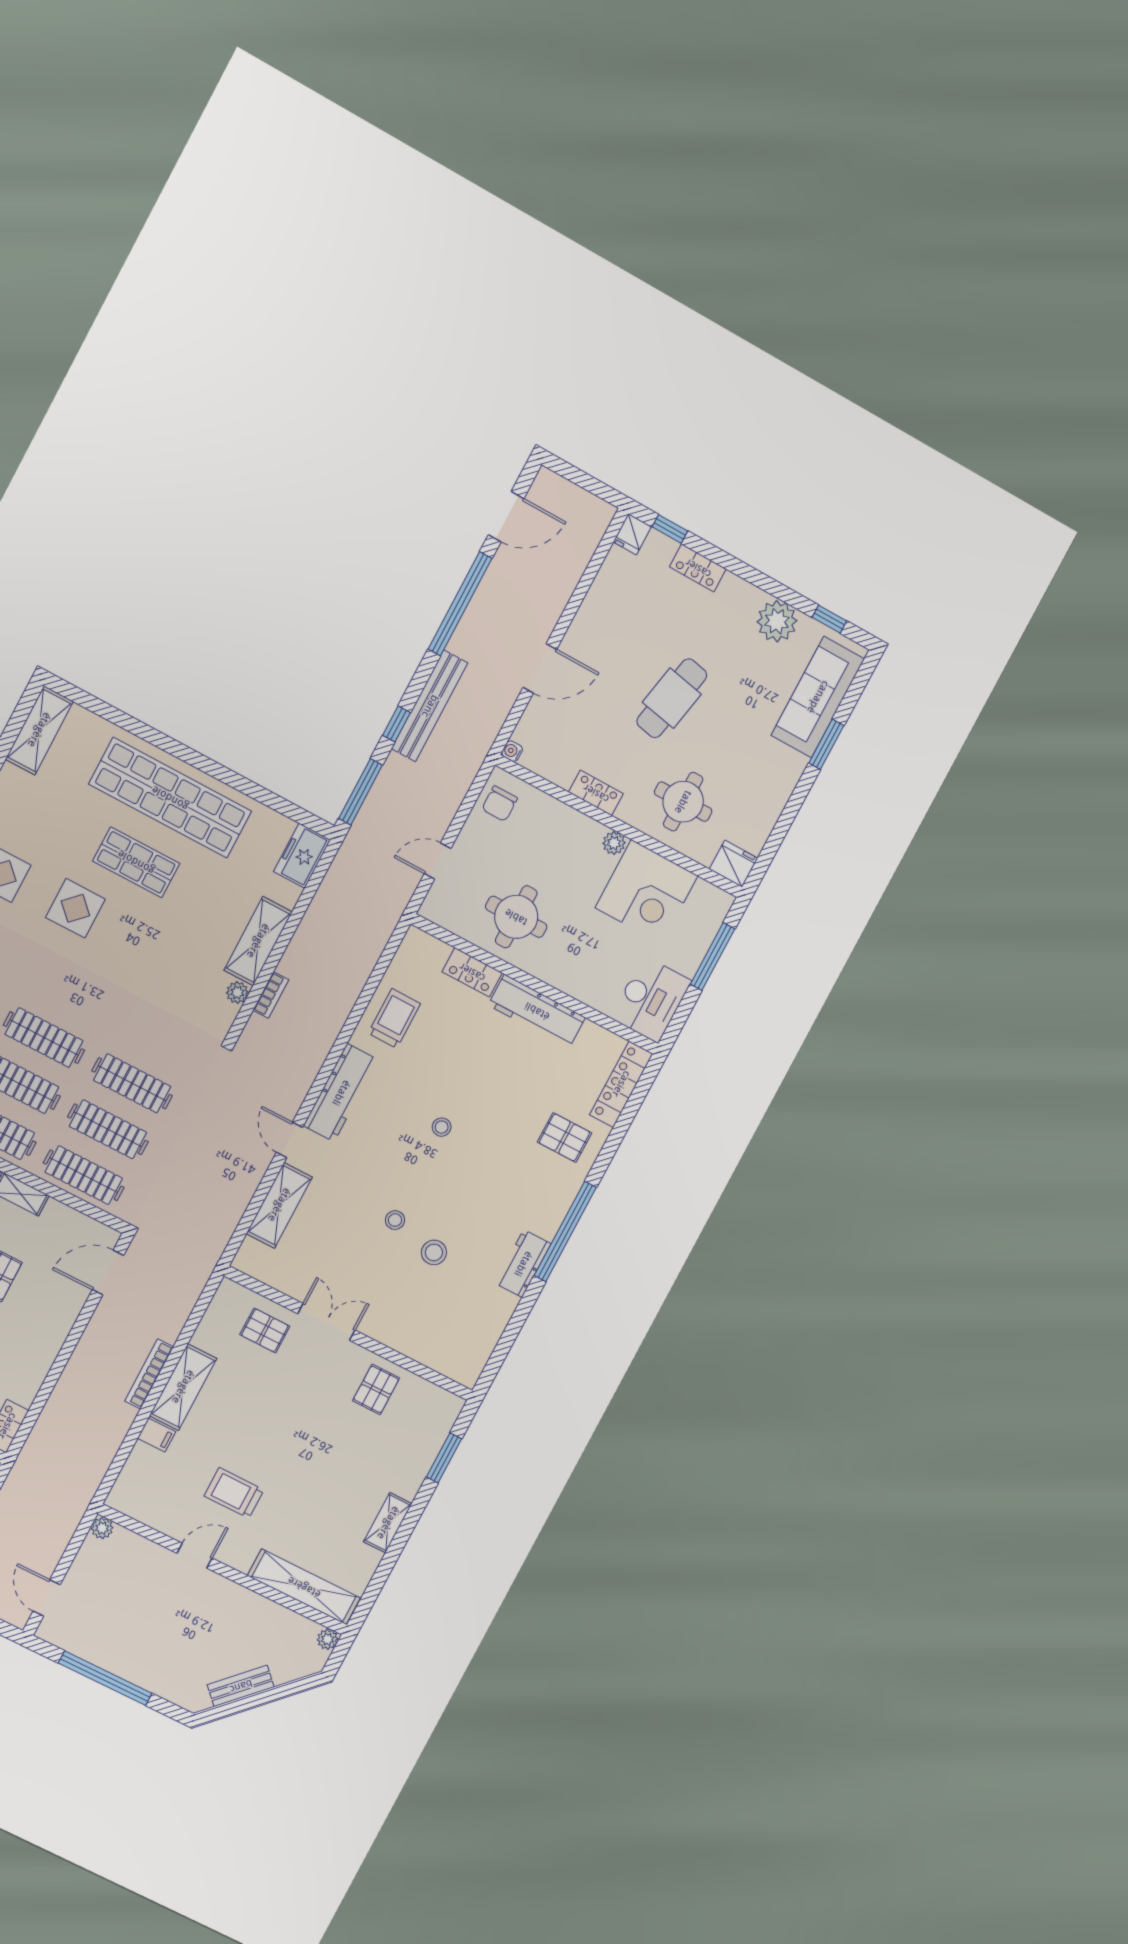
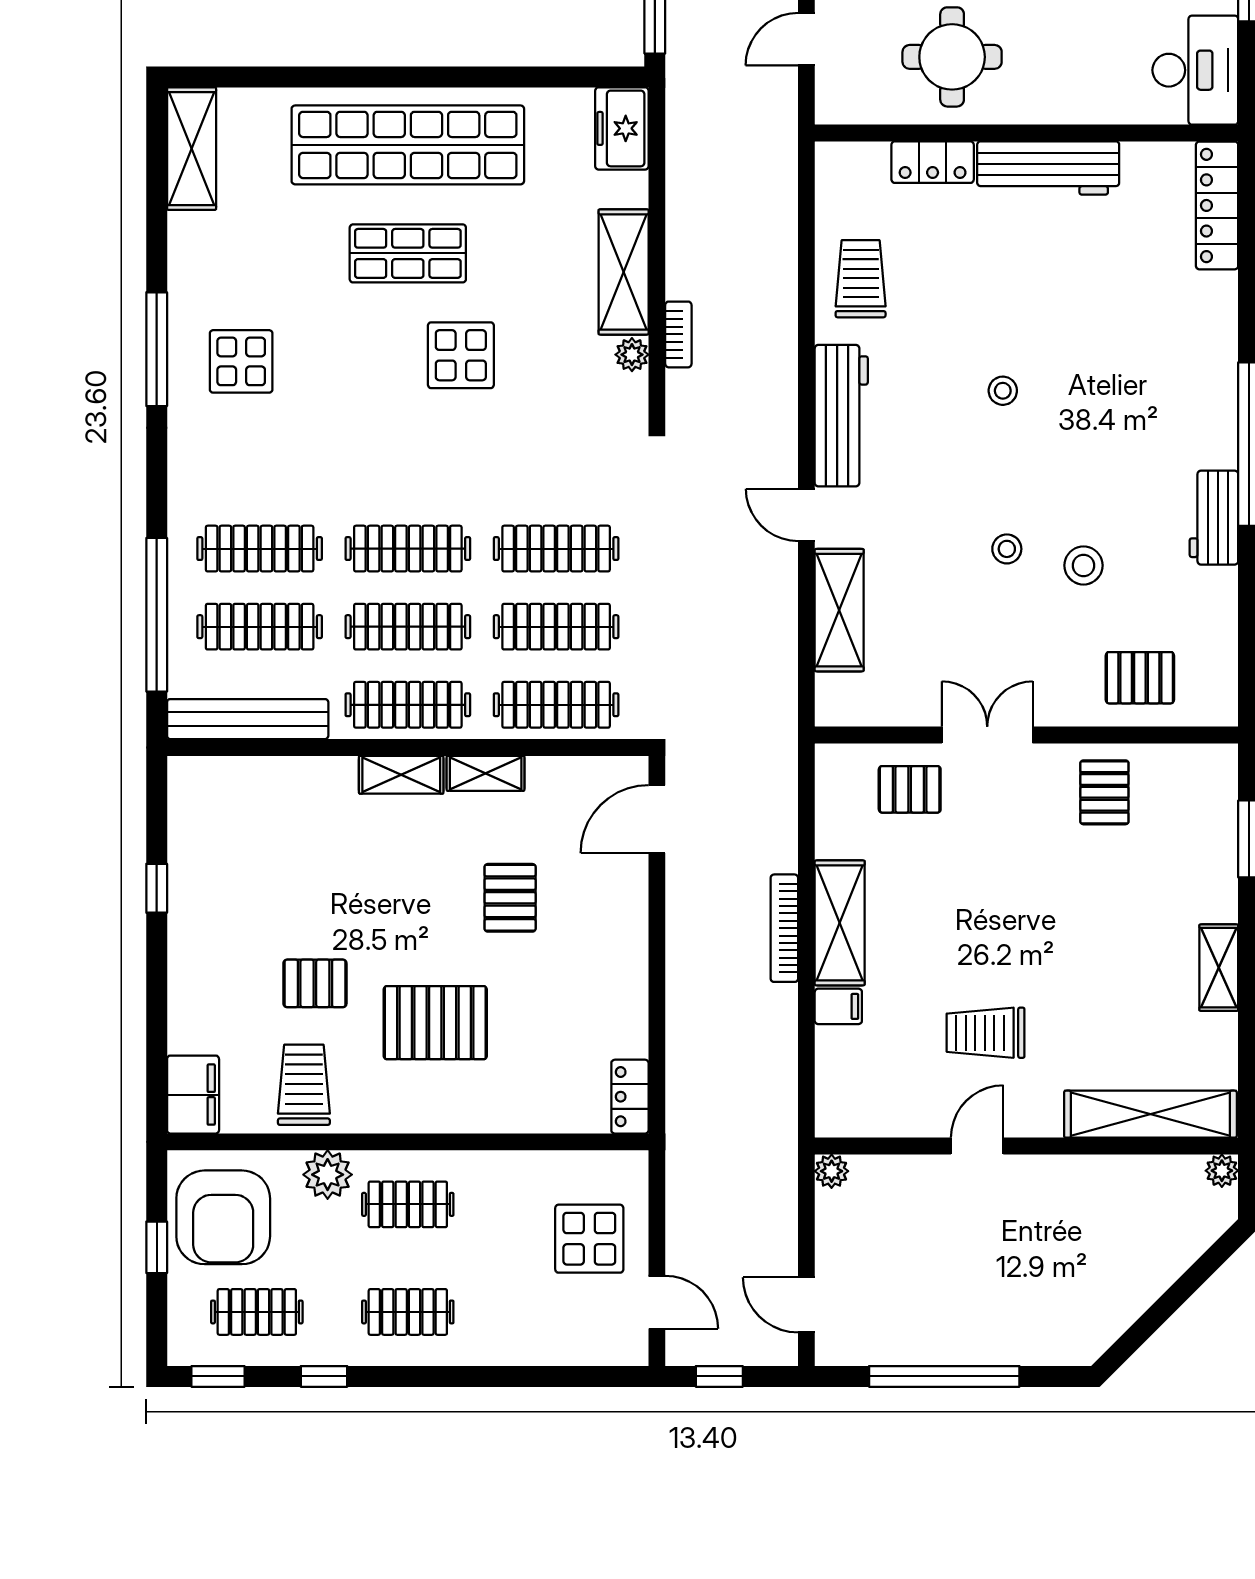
display table: (75, 908) -> (461, 355), moved
pallet: (564, 1137) -> (1140, 678), moved
bench: (241, 1686) -> (1136, 1295), removed

